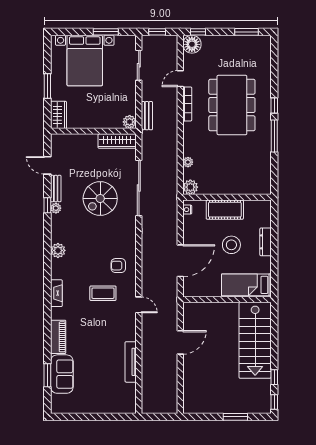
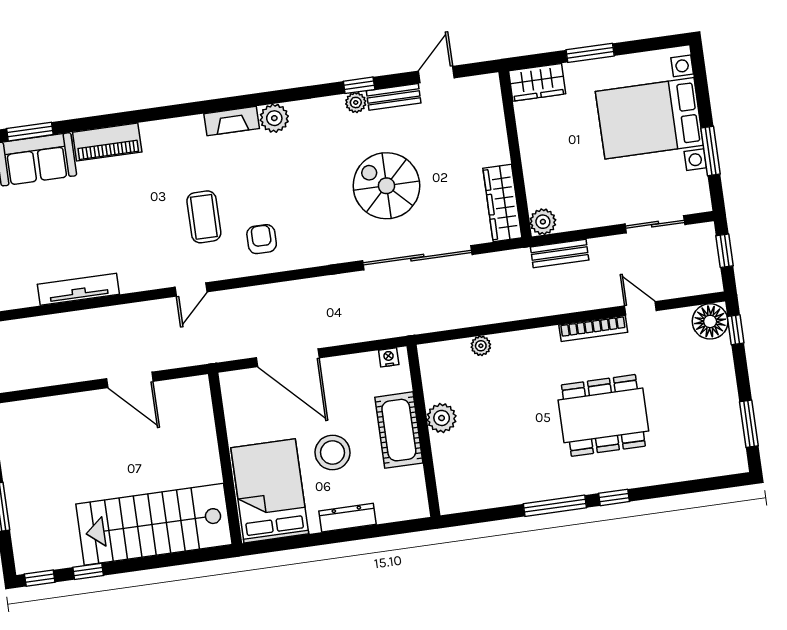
dining table: (232, 105) -> (603, 415), width x0.73, depth x0.80
plant: (190, 187) -> (442, 418), moved
bed: (246, 285) -> (270, 491), width x1.50
fireplace: (56, 293) -> (232, 121), moved

